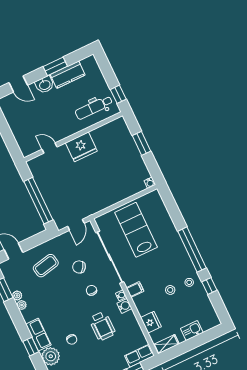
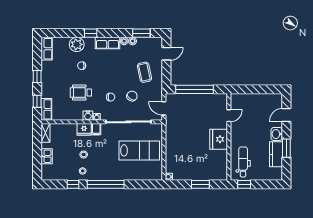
fridge: (151, 322) -> (84, 129), moved
row of seats: (38, 335) -> (107, 43), moved

